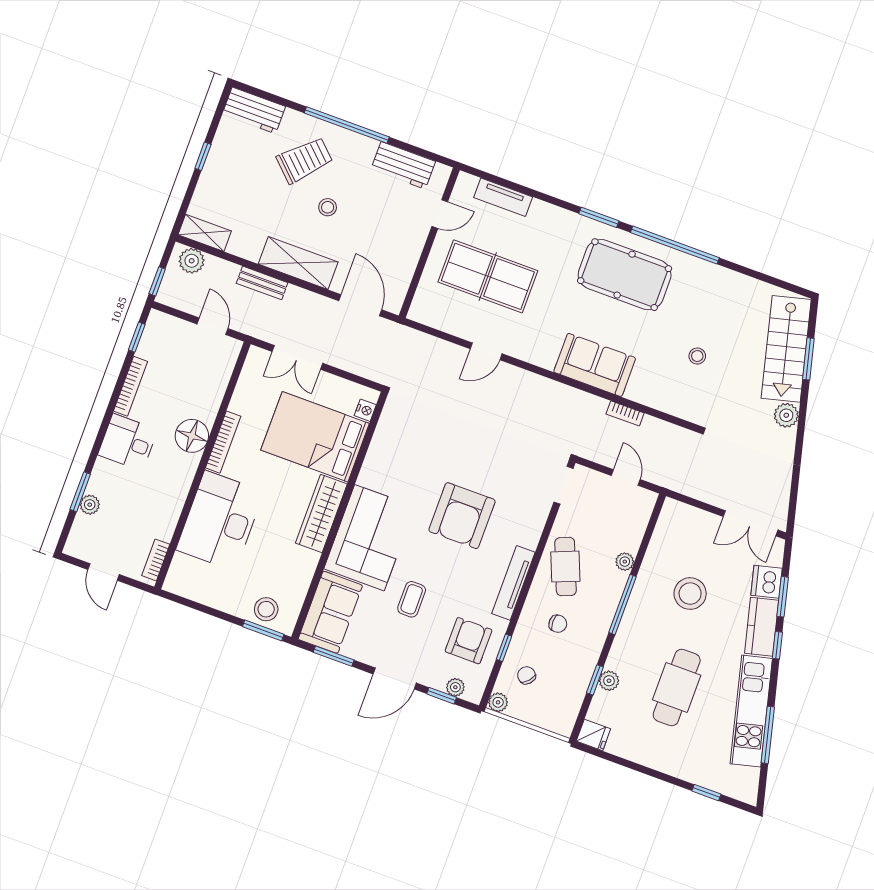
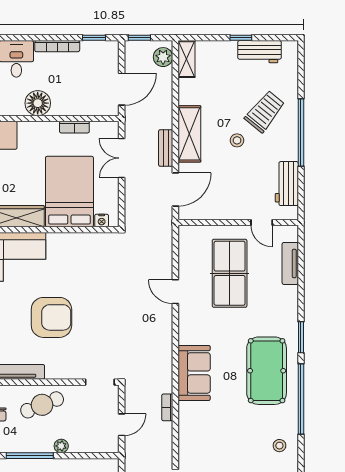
workbench: (254, 110) -> (260, 52), moved, turned -90
trolley: (305, 160) -> (265, 111), turned -95
bench: (262, 283) -> (166, 148), moved
door: (212, 326) -> (122, 89), width x1.38
stool: (697, 356) -> (279, 446), moved
bookcase: (223, 442) -> (74, 127), moved, width x0.64
armchair: (462, 516) -> (51, 317), turned 180

